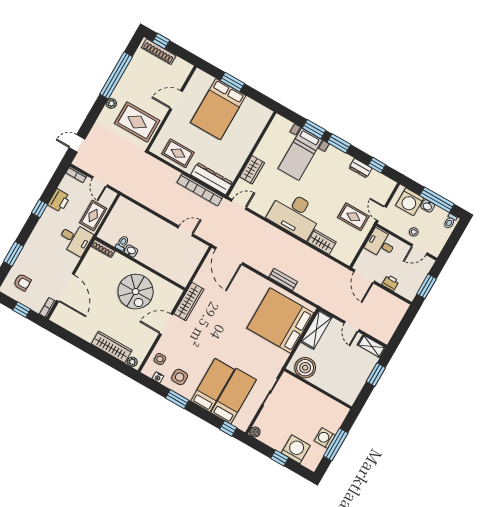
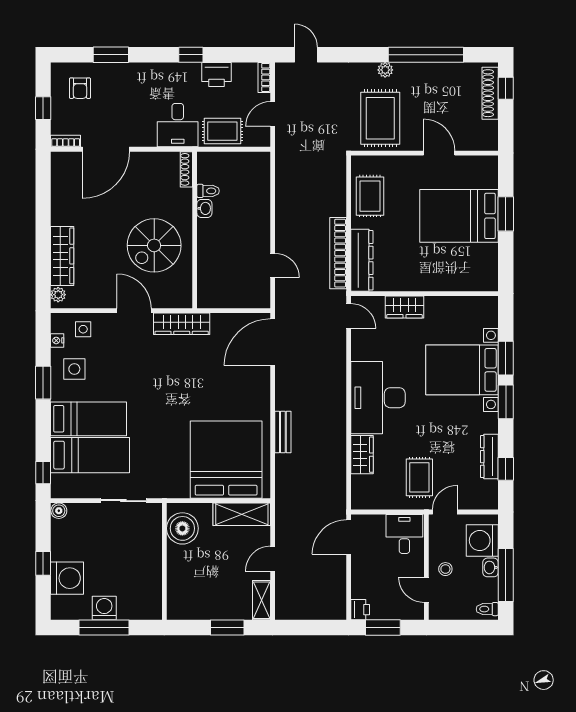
bed with nightstands: (300, 154) -> (462, 370), width x1.36
dresser: (361, 168) -> (489, 457), width x1.44
printer: (391, 283) -> (360, 610), moved

